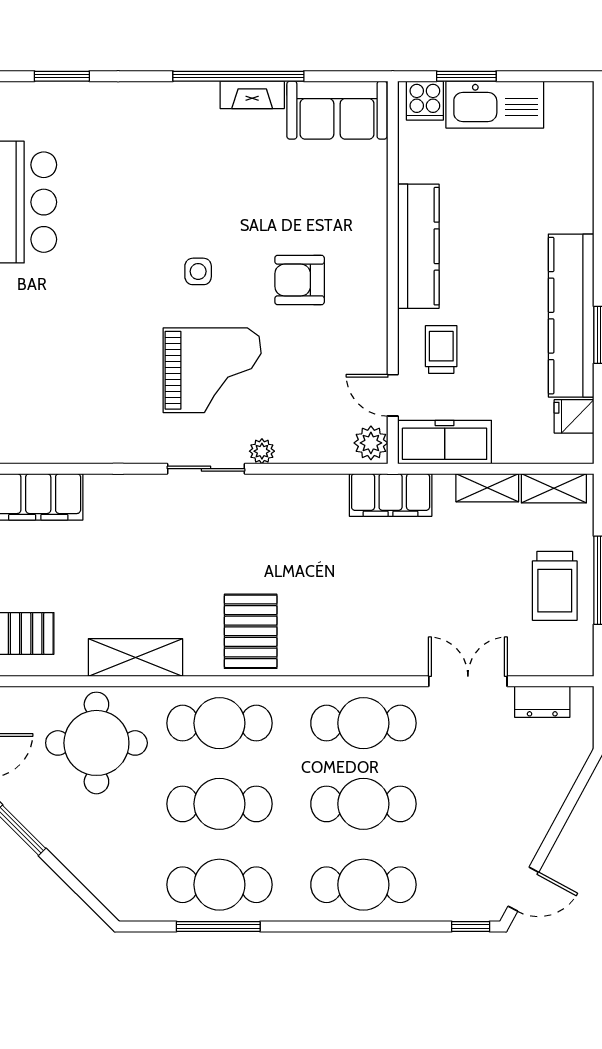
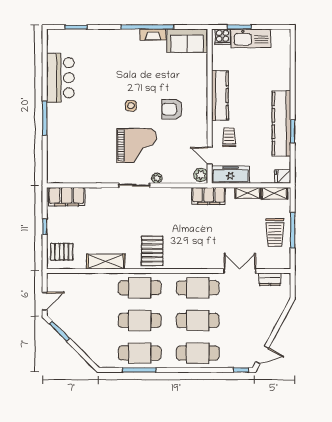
fridge: (574, 416) -> (283, 176), moved
round table: (96, 743) -> (90, 296), removed

